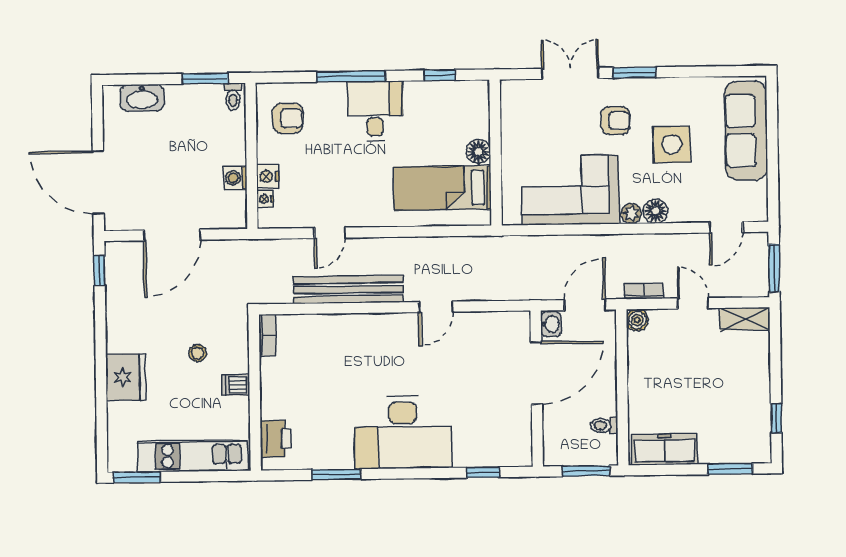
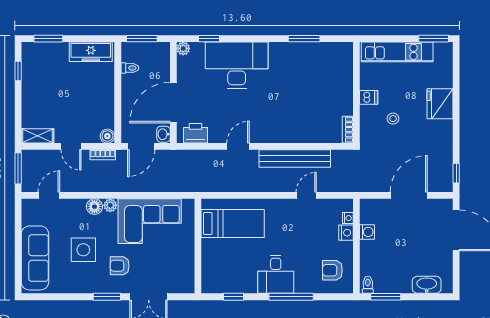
floor lamp: (478, 152) -> (209, 247), removed
desk: (403, 432) -> (237, 65), moved
printer: (276, 439) -> (196, 133), moved, turned 90
plant: (522, 457) -> (183, 48), added

